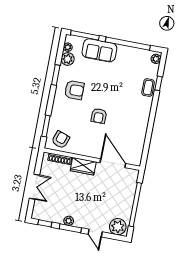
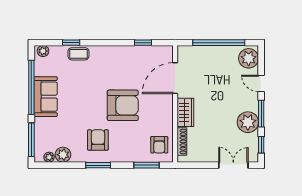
sofa: (99, 50) -> (46, 97), moved
window: (56, 75) -> (98, 165), moved
armchair: (99, 116) -> (123, 105), width x1.88, depth x1.88
armchair: (61, 140) -> (159, 145), turned -109
window: (147, 142) -> (143, 43), added
double door: (34, 187) -> (233, 165), moved
plant: (69, 221) -> (248, 122), width x1.87, depth x1.87
door: (95, 233) -> (261, 83), swing flipped

